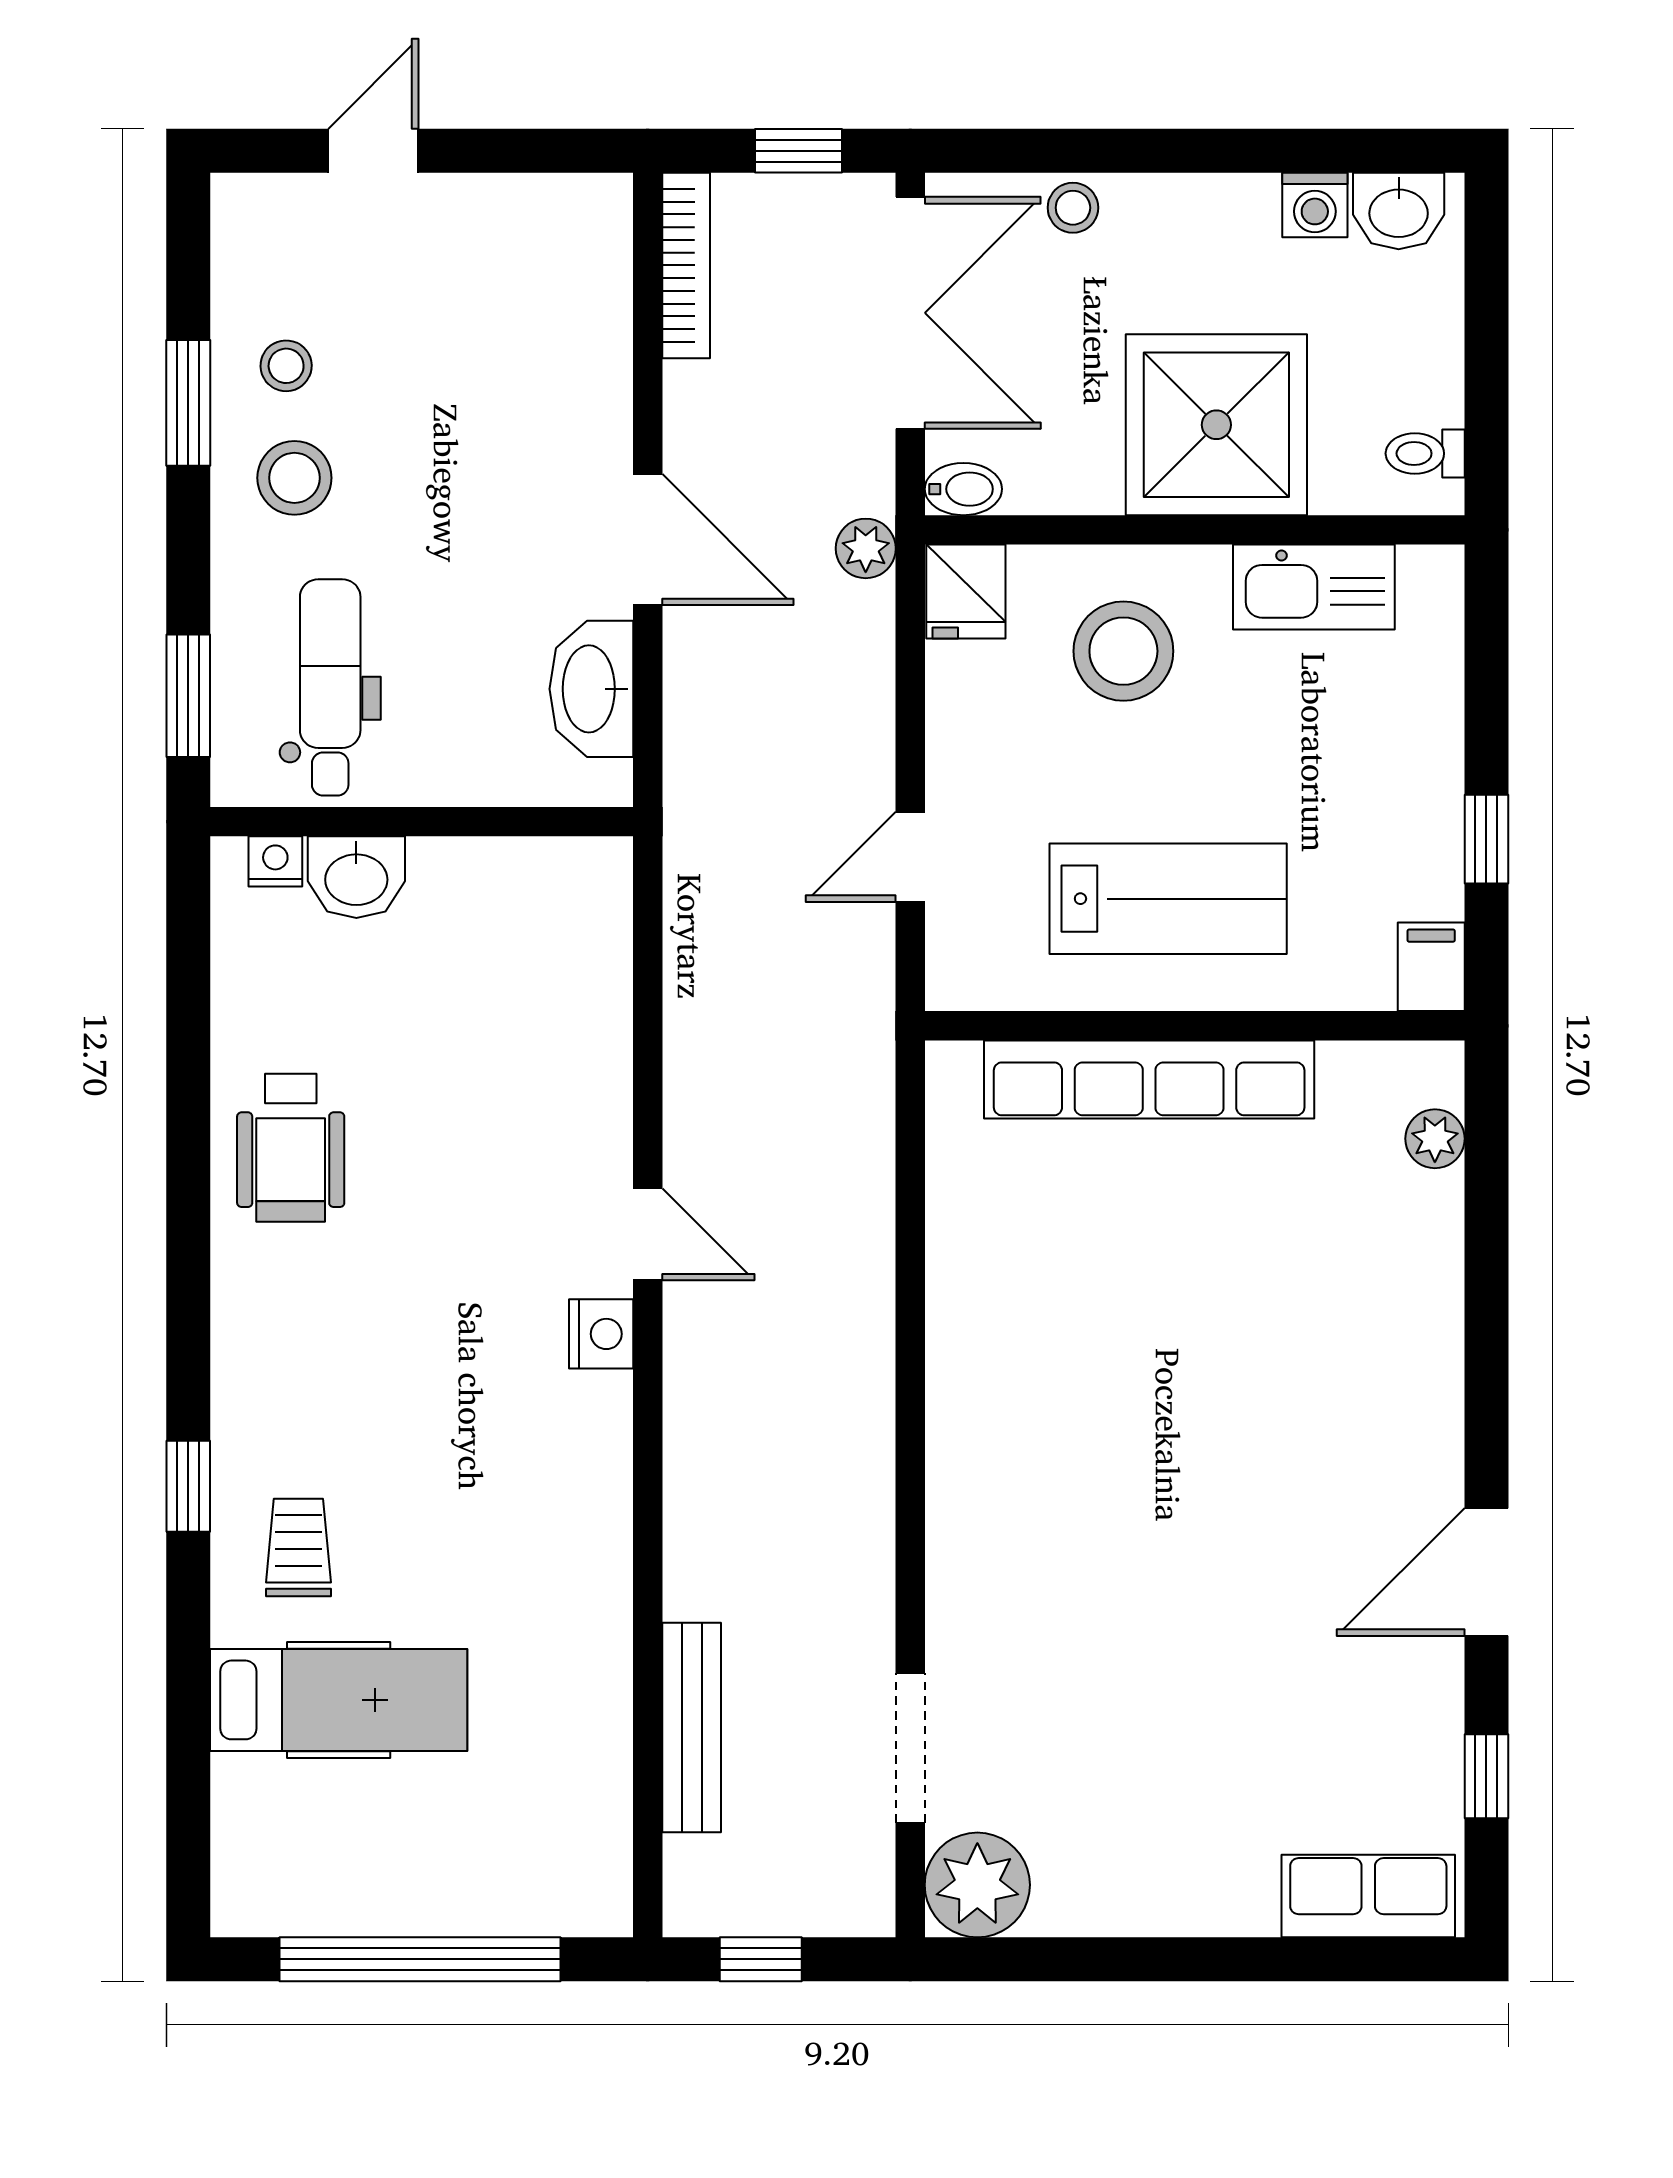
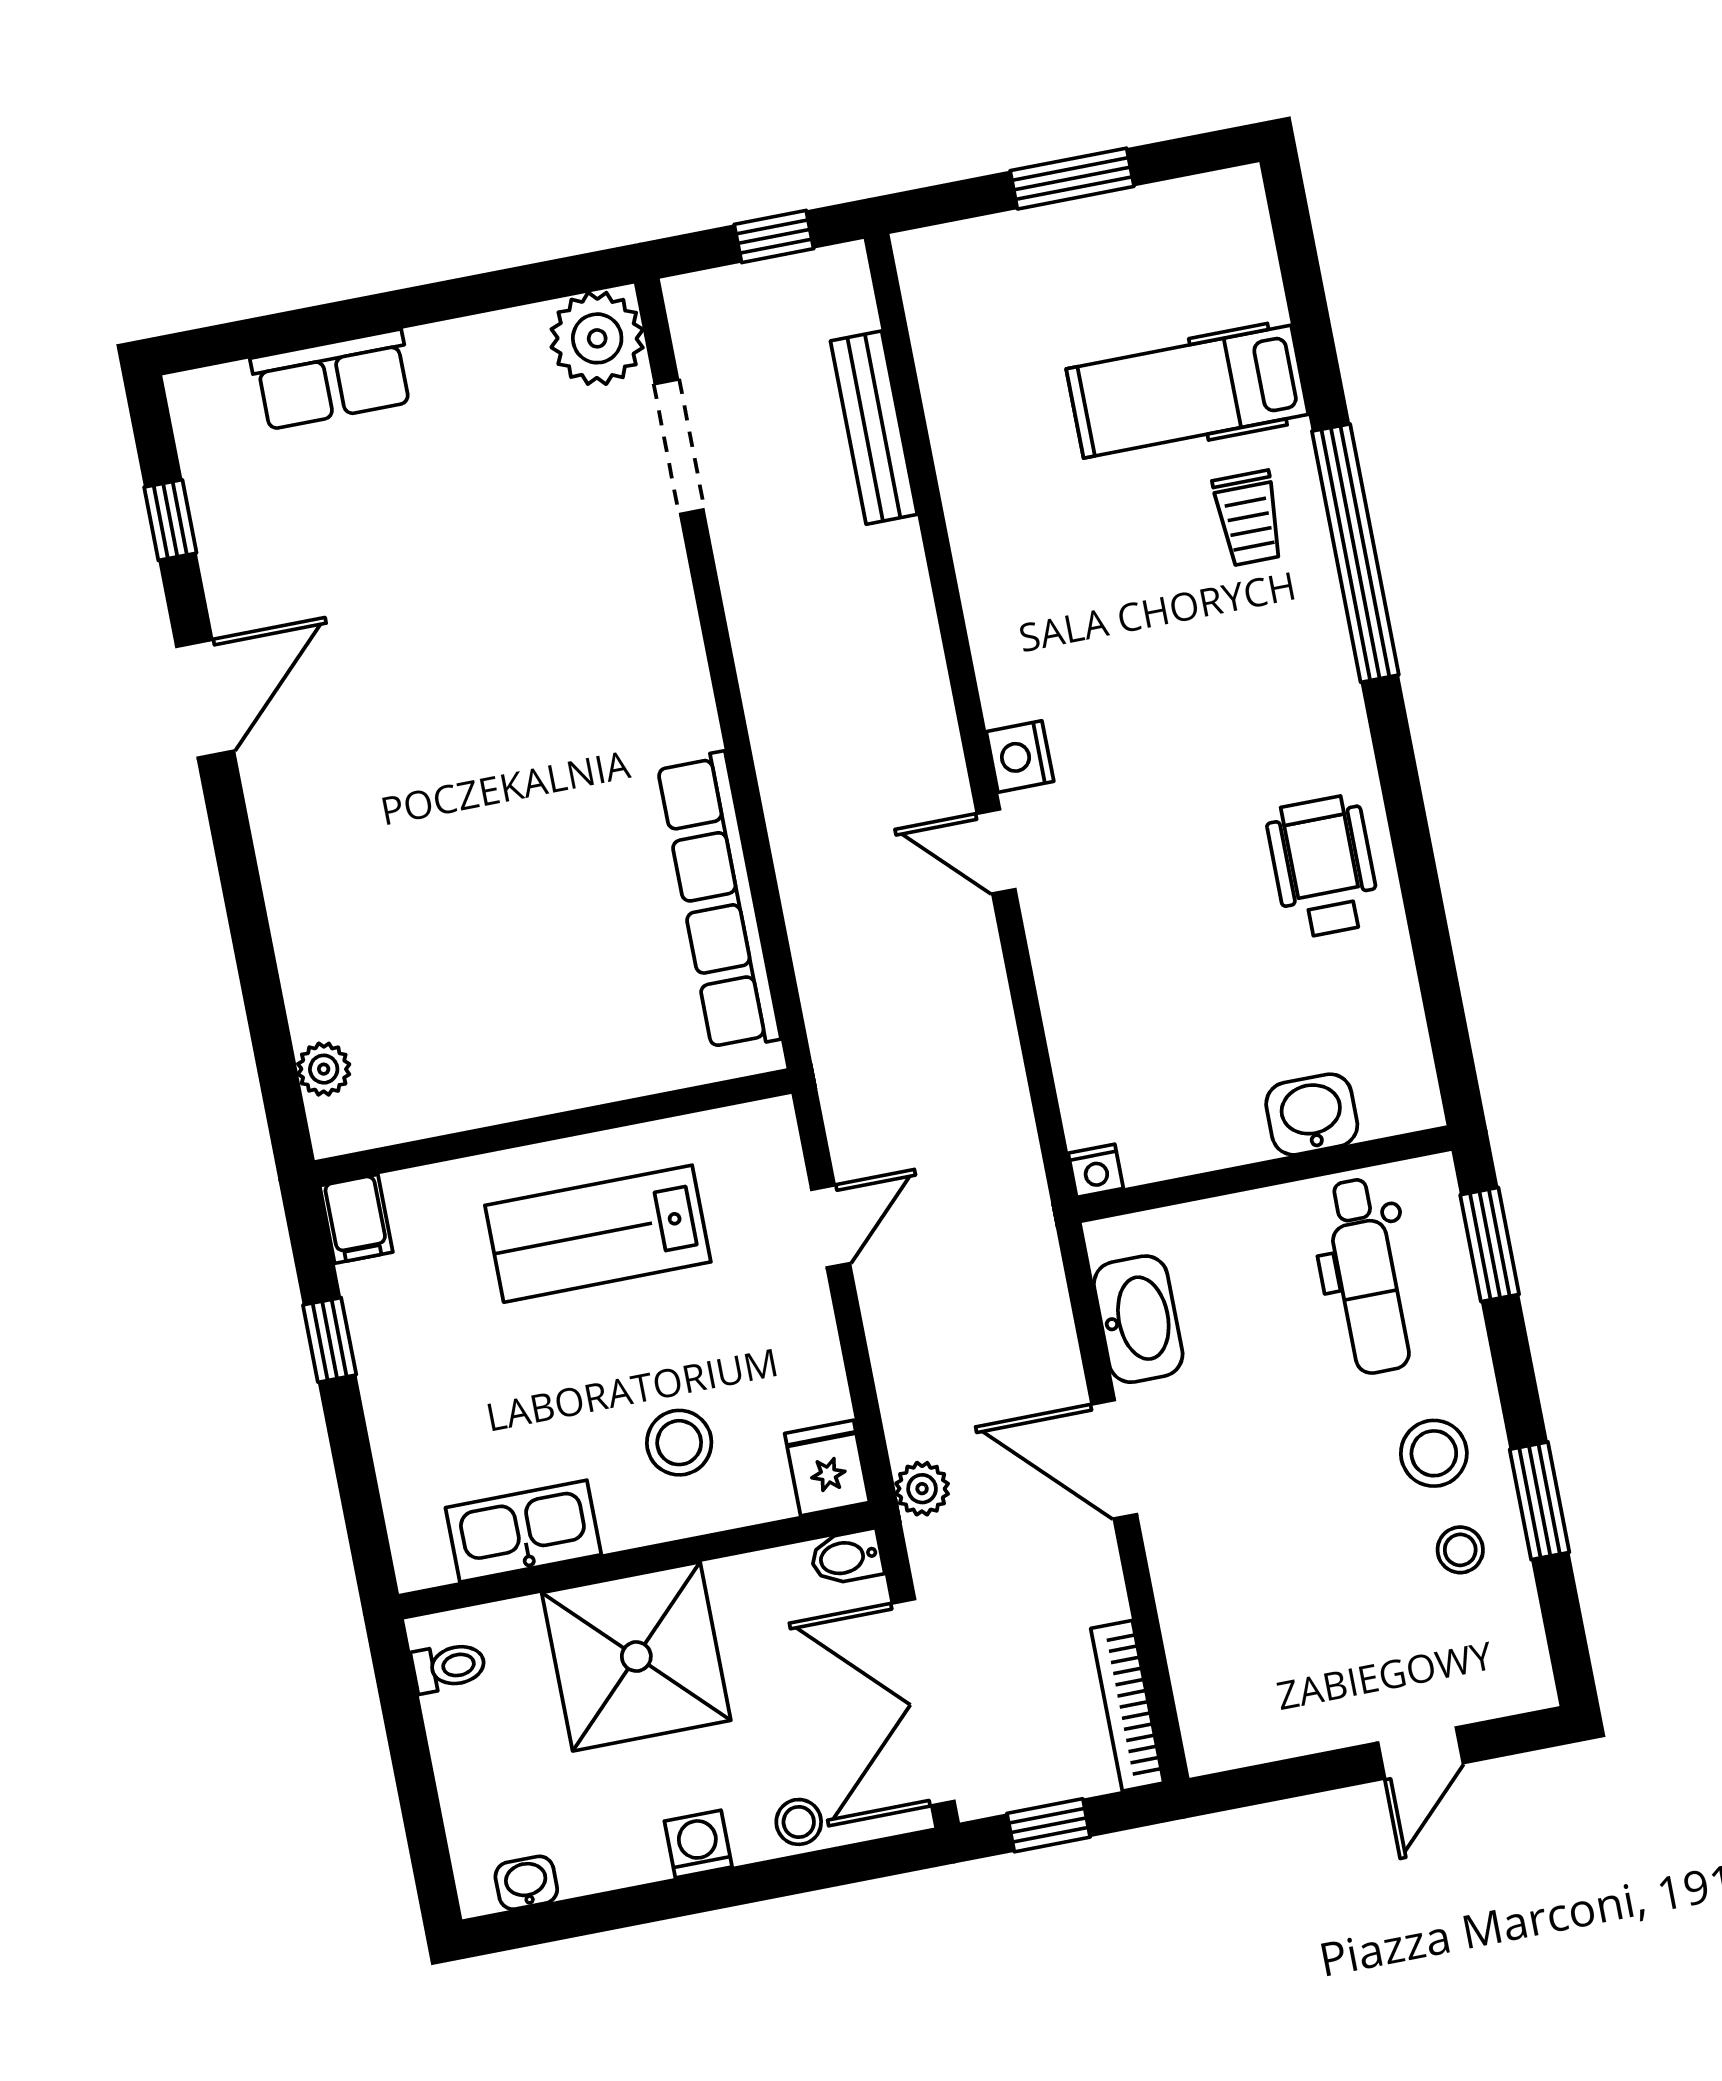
washing machine: (1315, 205) -> (698, 1844), moved
washbasin: (1399, 211) -> (526, 1883), width x0.72, depth x0.69
stool: (1123, 651) -> (679, 1443), width x0.73, depth x0.73
nightstand: (275, 861) -> (1096, 1171), moved
row of seats: (1149, 1079) -> (719, 901), moved, turned -90
window: (188, 1486) -> (1355, 553), width x3.17
row of seats: (1368, 1896) -> (332, 380), moved
window: (420, 1959) -> (1072, 179), width x0.47

